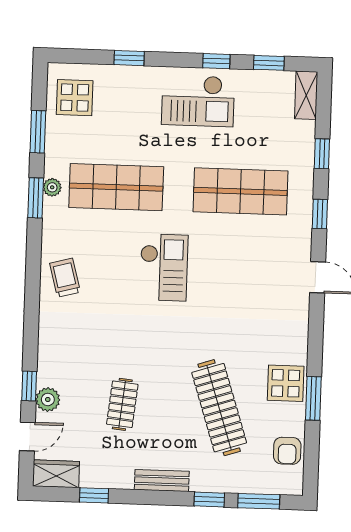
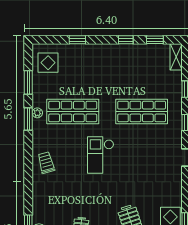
checkout: (198, 101) -> (116, 62), removed
checkout: (164, 267) -> (101, 155), turned 180

